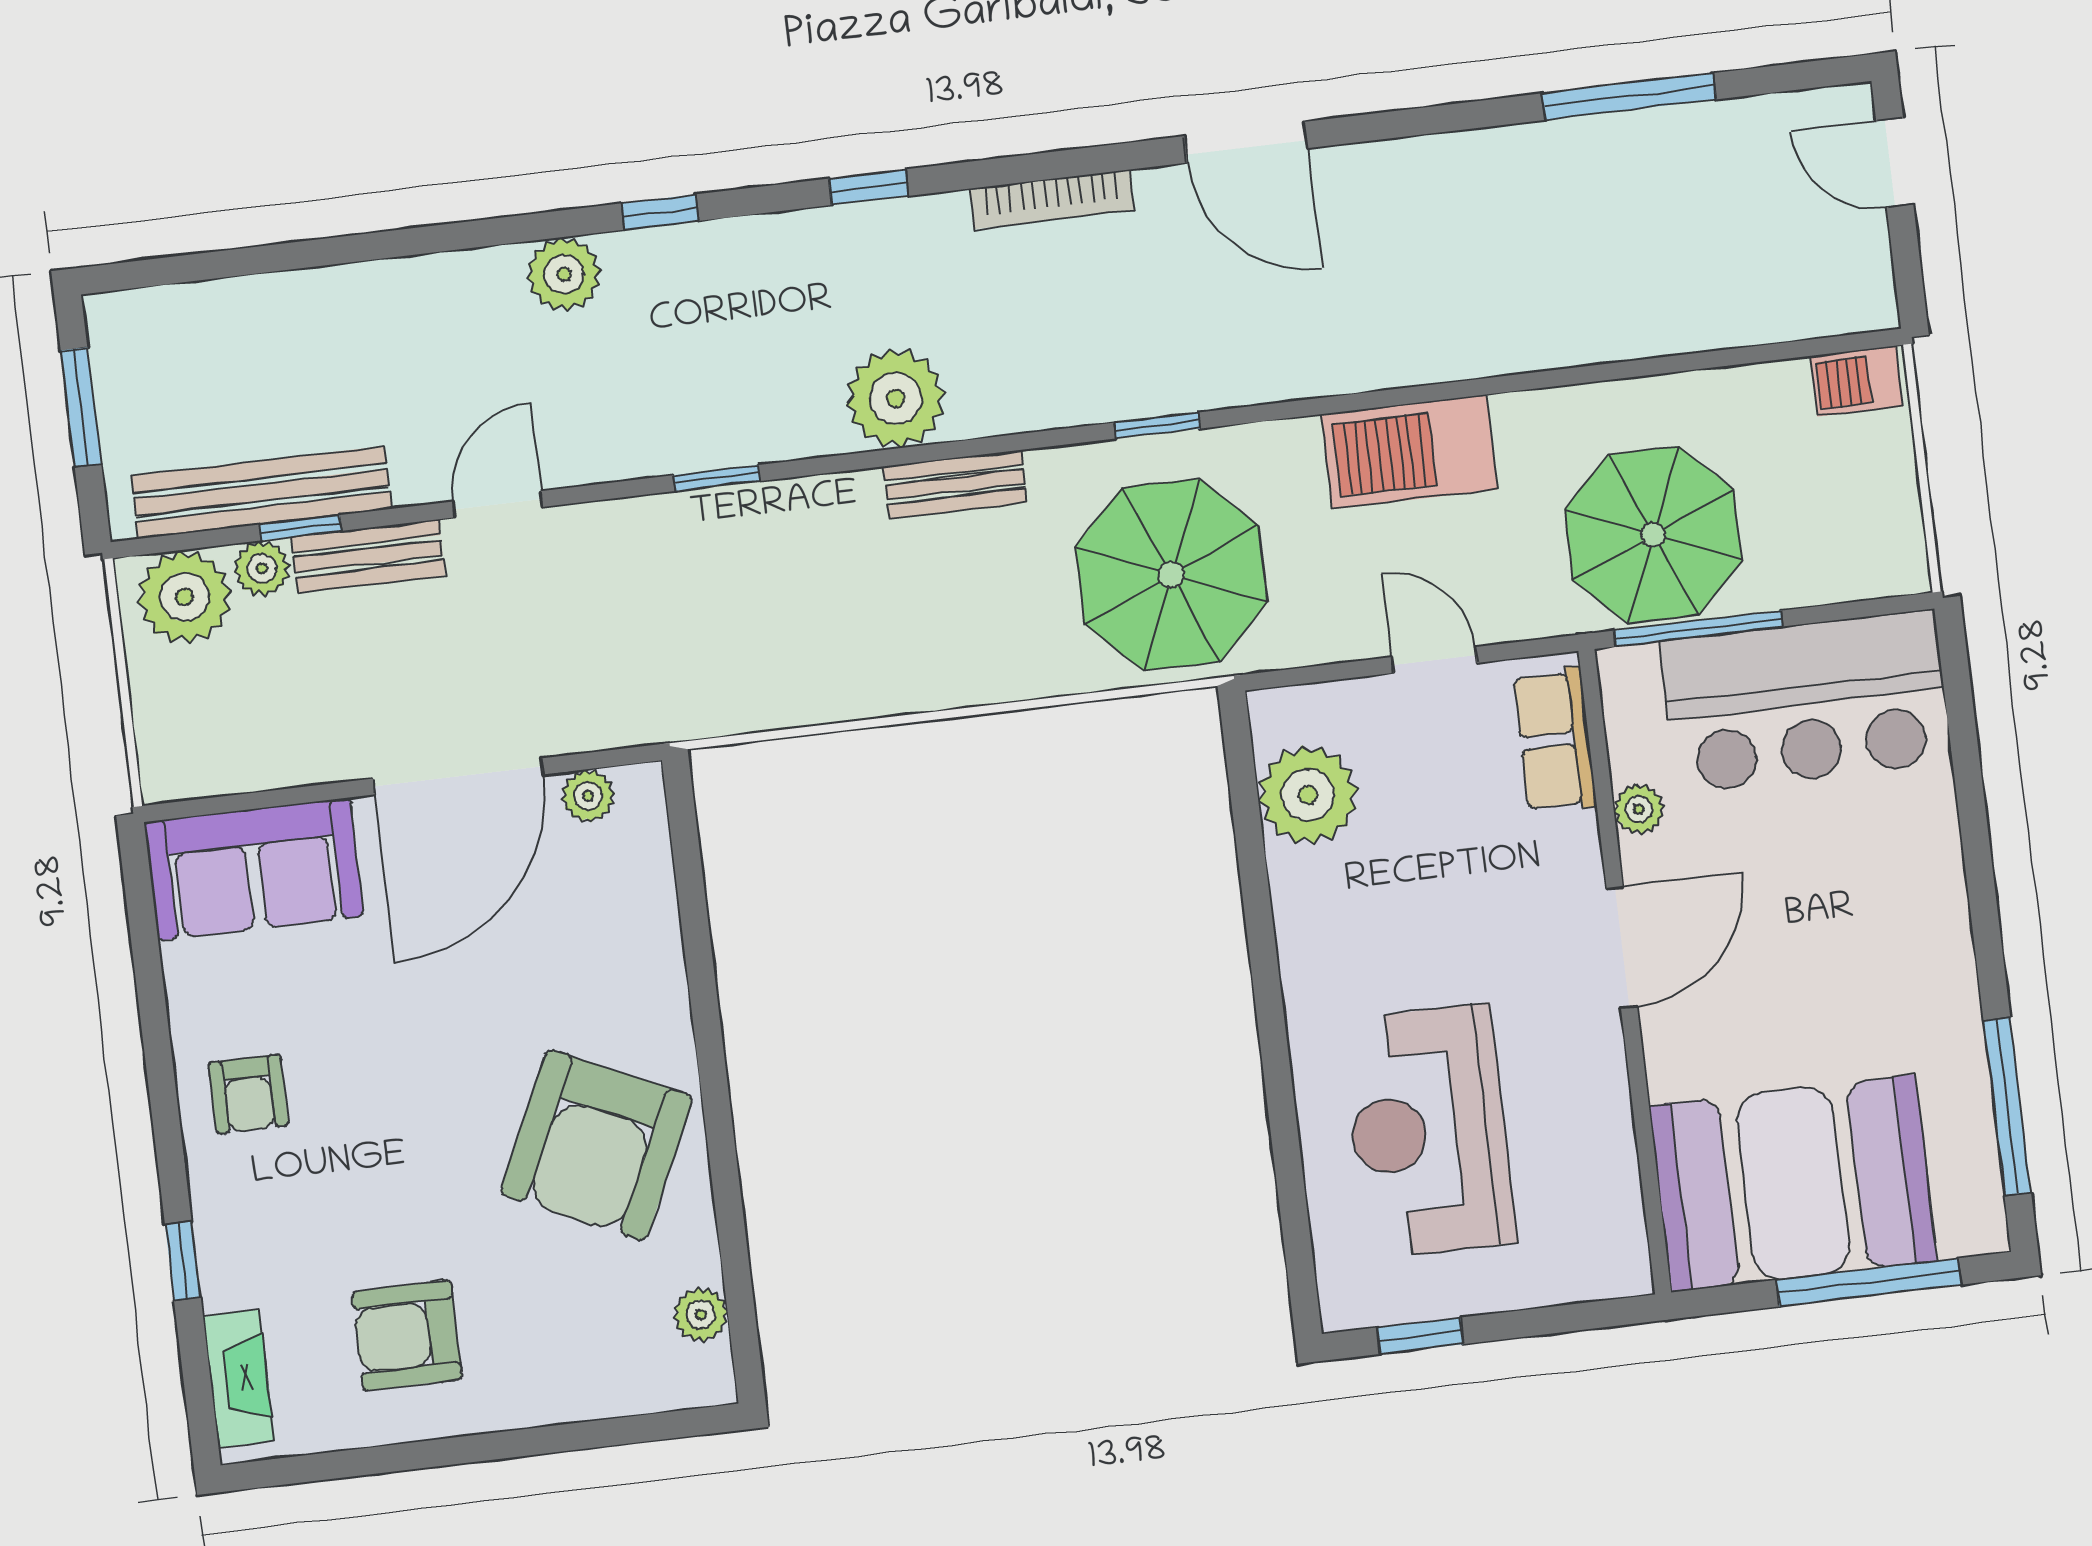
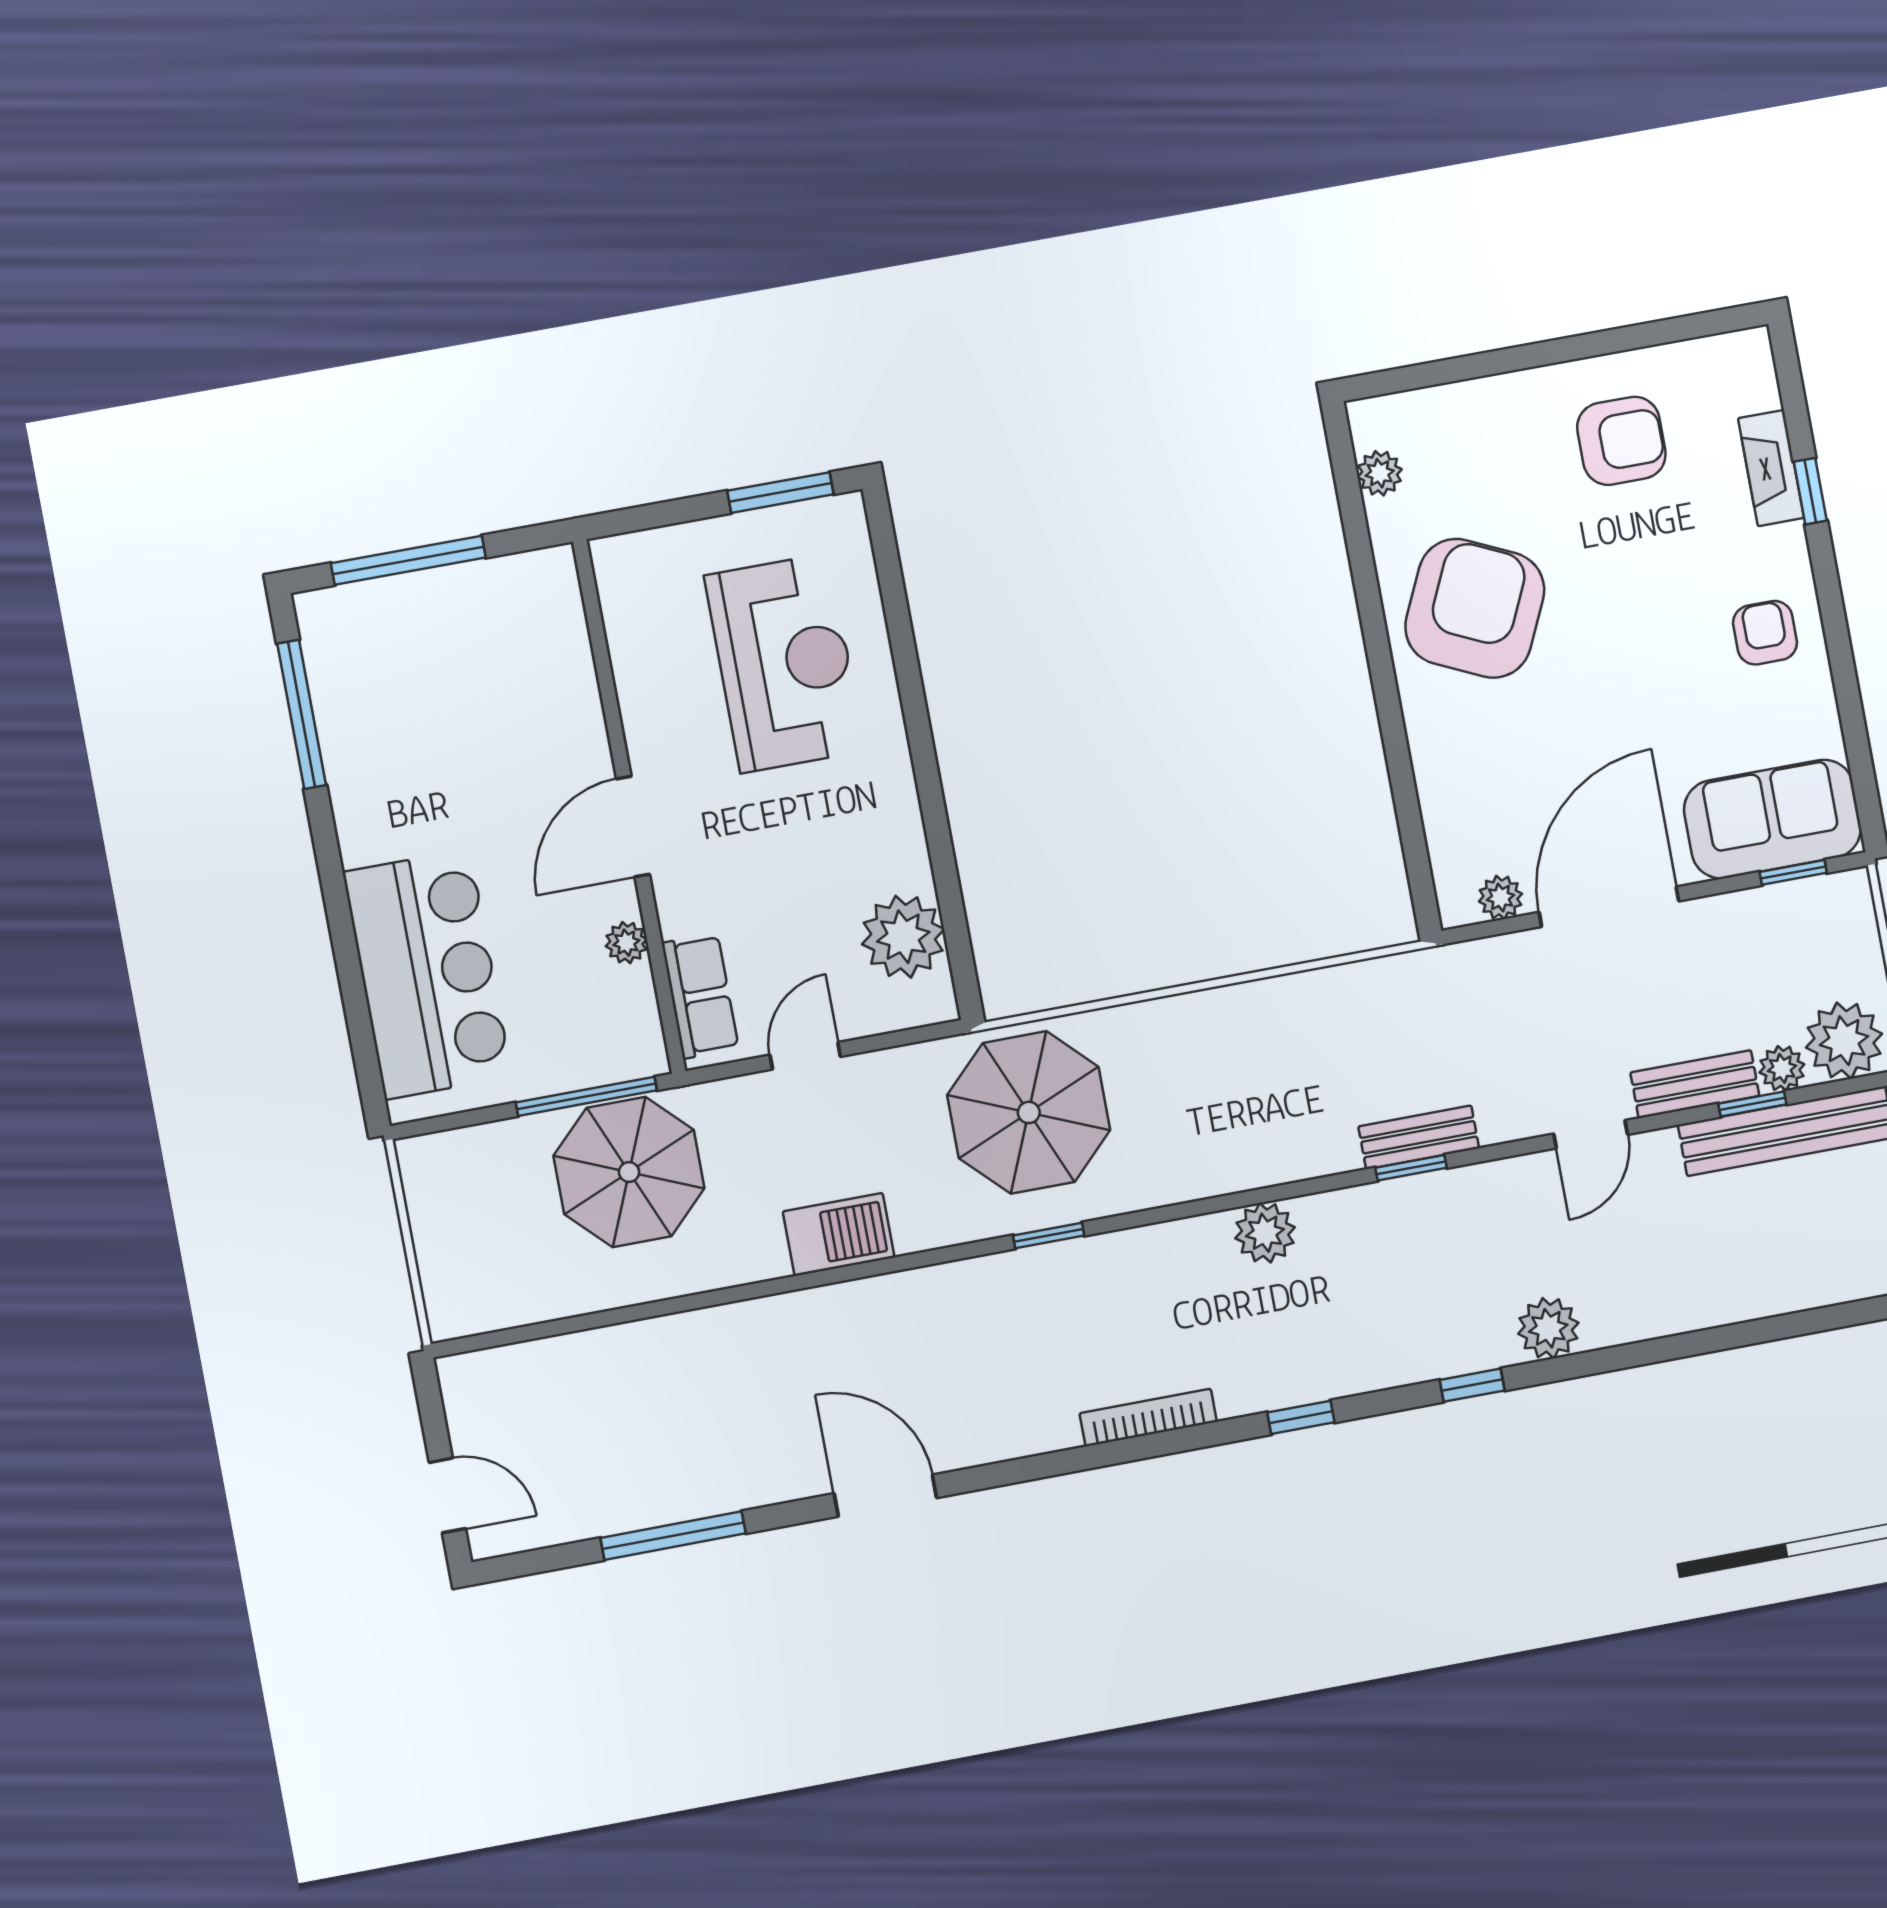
door: (1246, 142) -> (885, 1496), moved
barbecue: (1857, 381) -> (467, 1311), removed
plant: (896, 398) -> (1265, 1233), width x0.73, depth x0.73
barbecue: (1409, 452) -> (839, 1234), width x0.73, depth x0.83
bench: (955, 484) -> (1419, 1137), moved
door: (1434, 660) -> (805, 1056), swing flipped
bar counter: (1806, 701) -> (427, 974), moved, turned 90
window: (233, 803) -> (1793, 872), added
booth: (1793, 1183) -> (477, 639), removed
window: (1420, 1336) -> (780, 493), width x1.50
fireplace: (239, 1378) -> (1771, 468), moved

